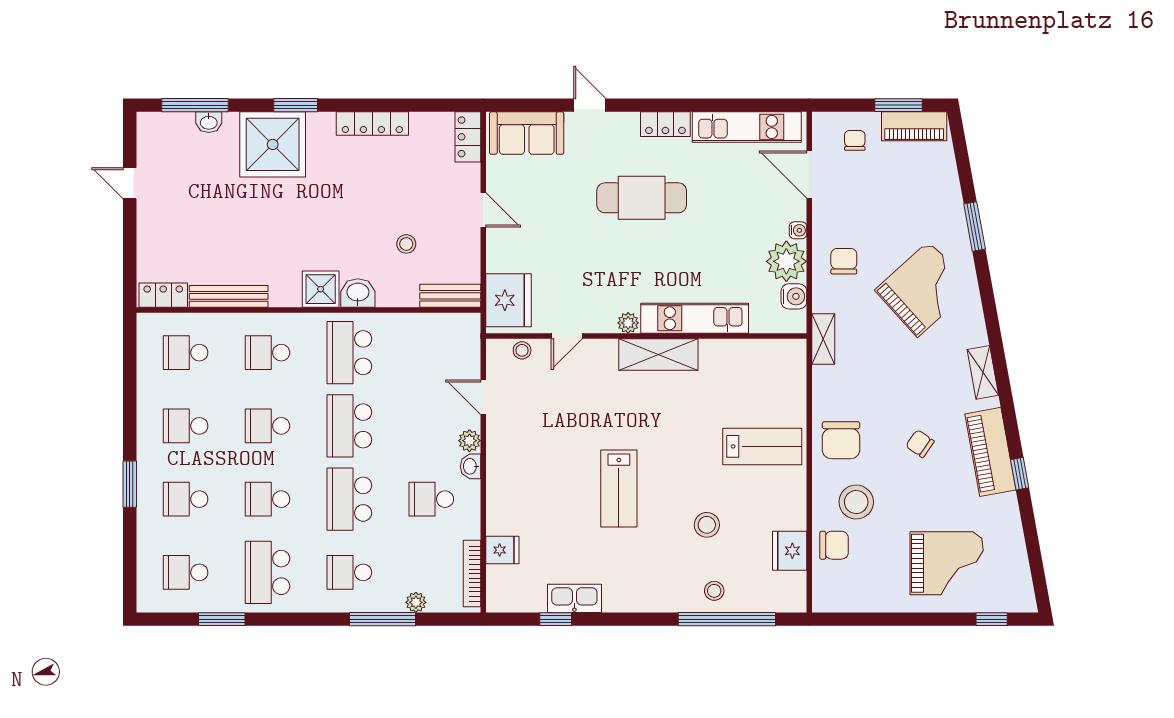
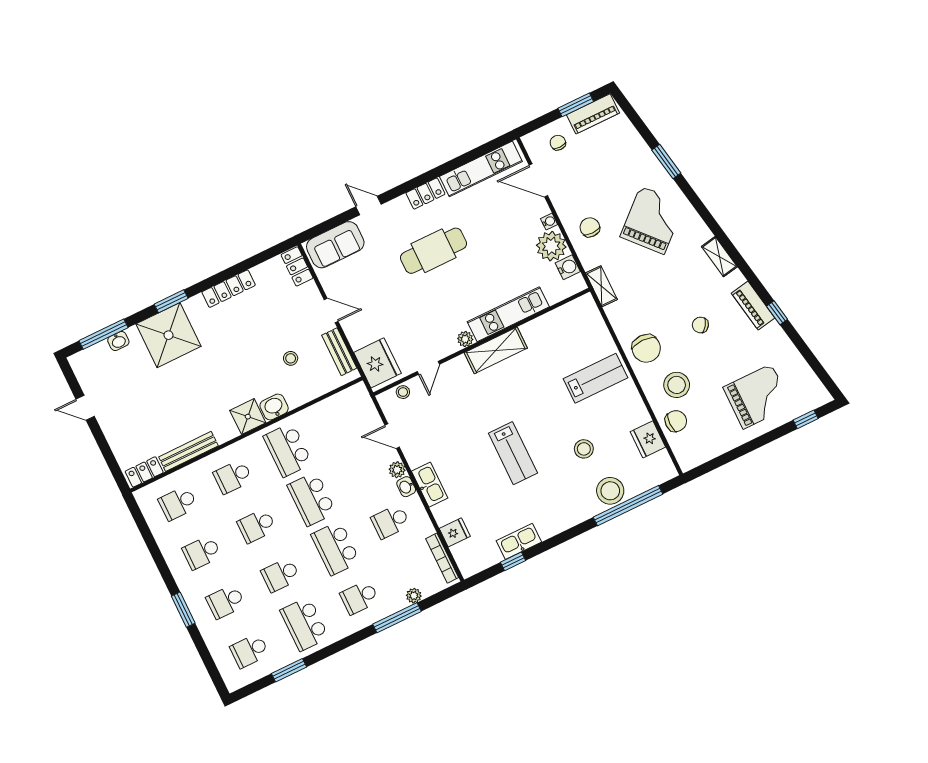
bench: (450, 296) -> (339, 352), moved, turned 90
piano: (990, 452) -> (753, 306), width x0.73, depth x0.75
kitchen sink: (500, 478) -> (430, 485), added
stool: (714, 591) -> (610, 491), width x1.89, depth x1.89

